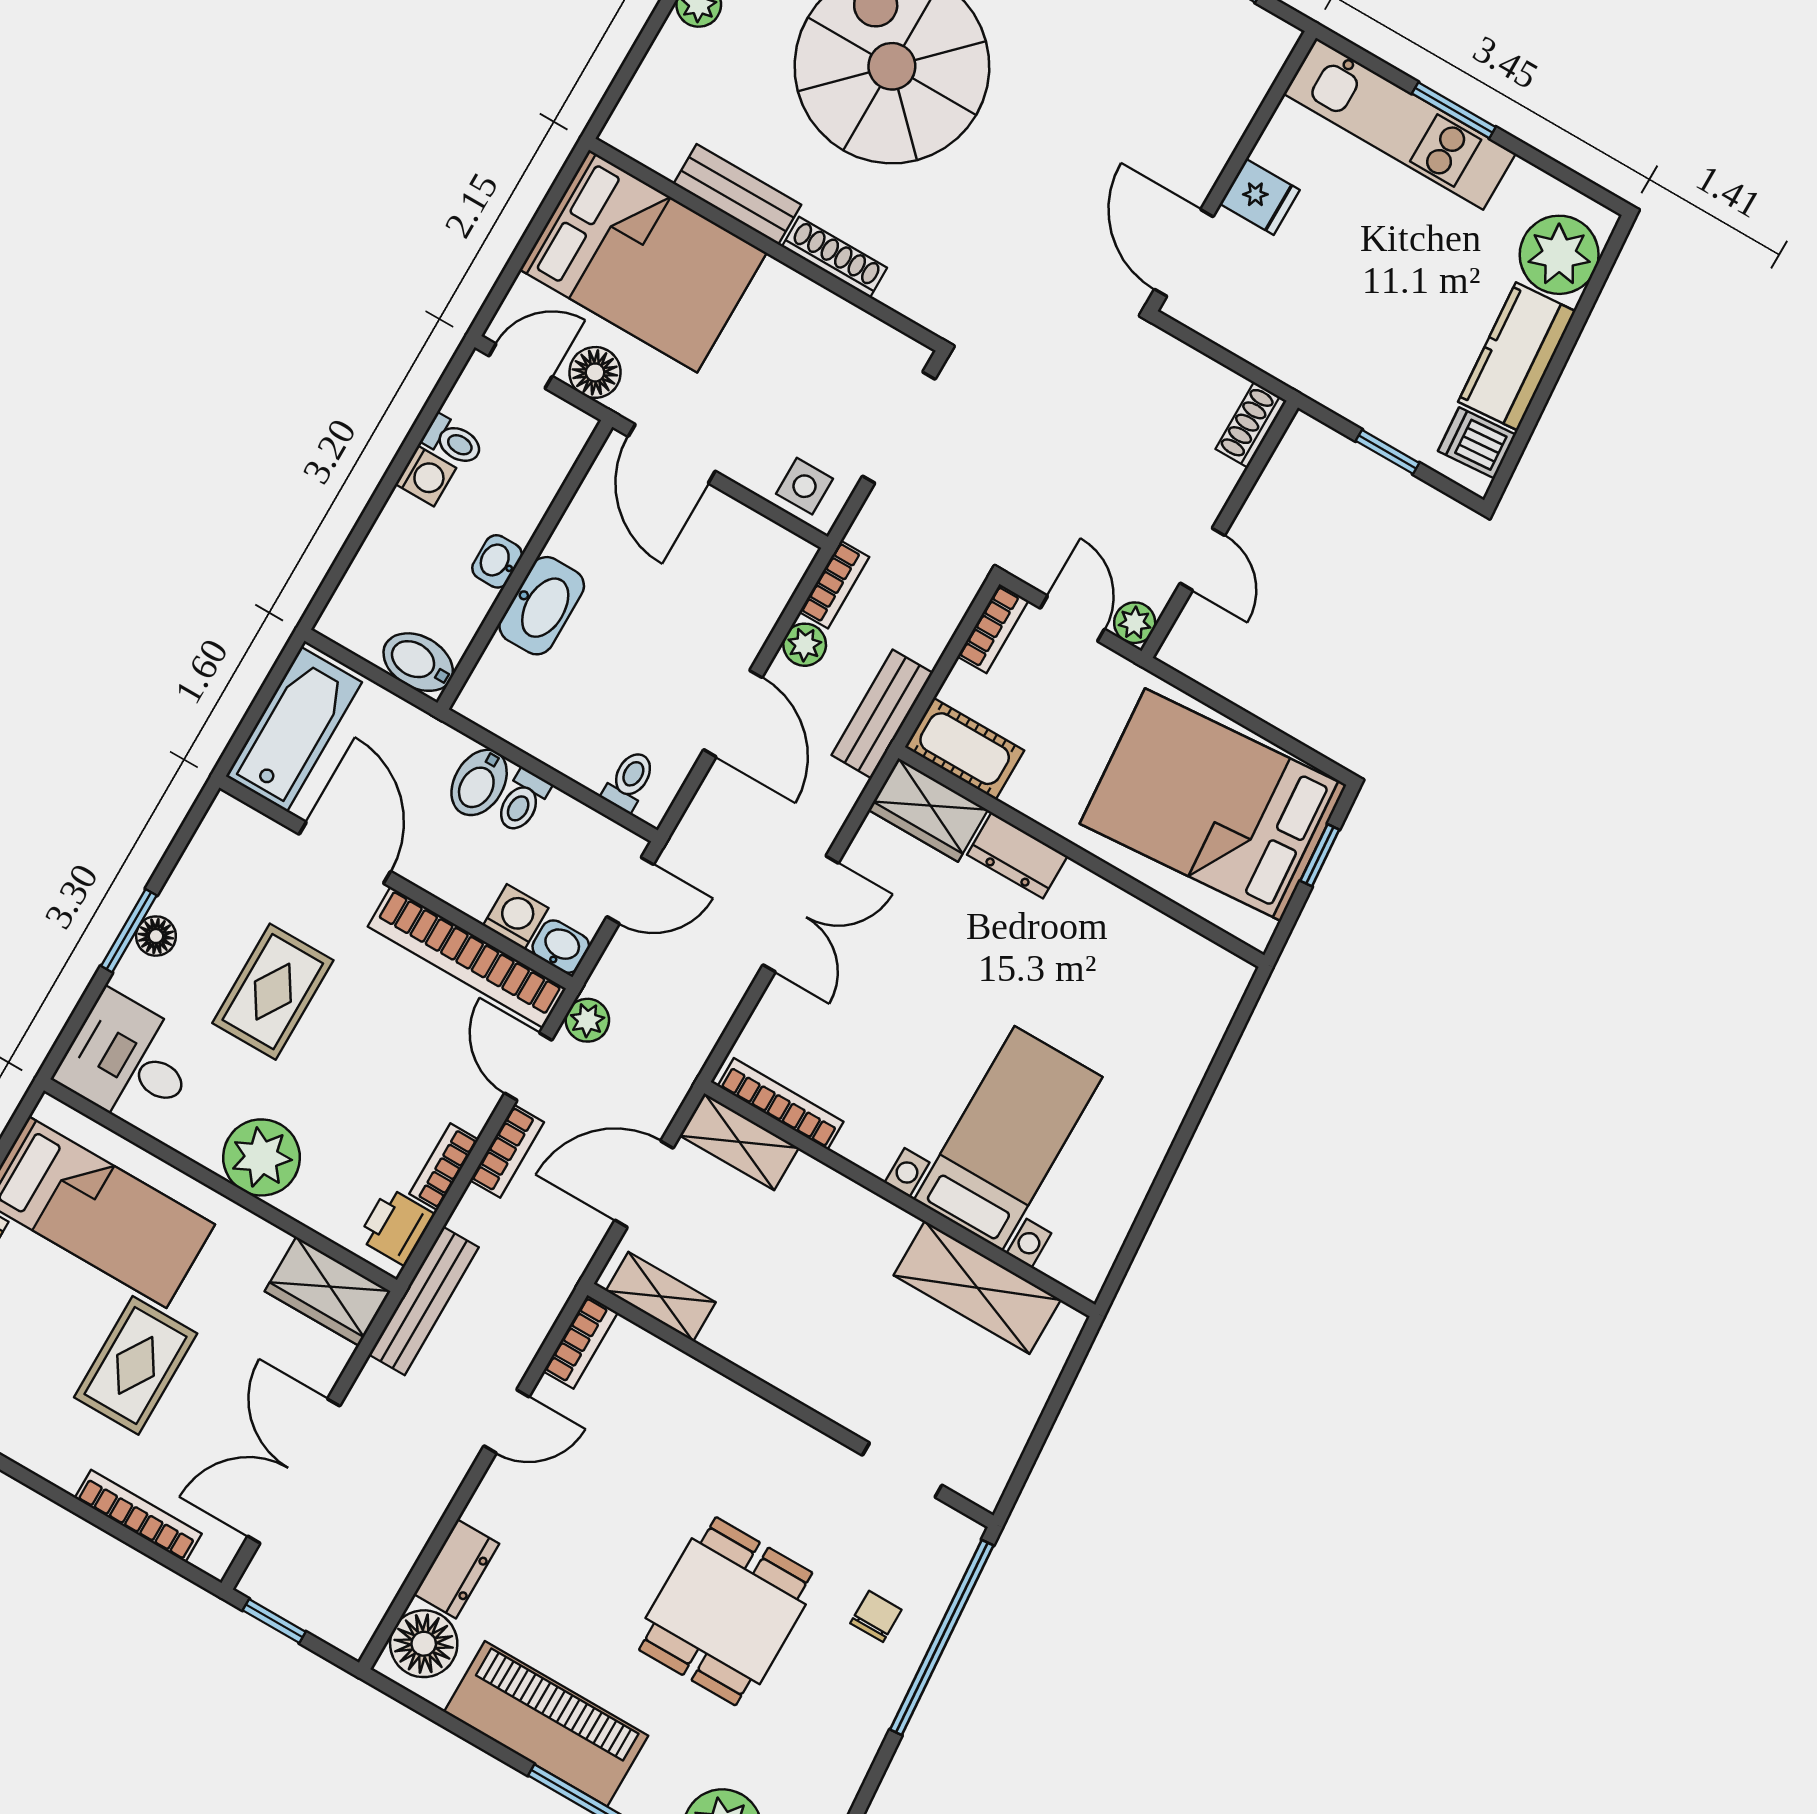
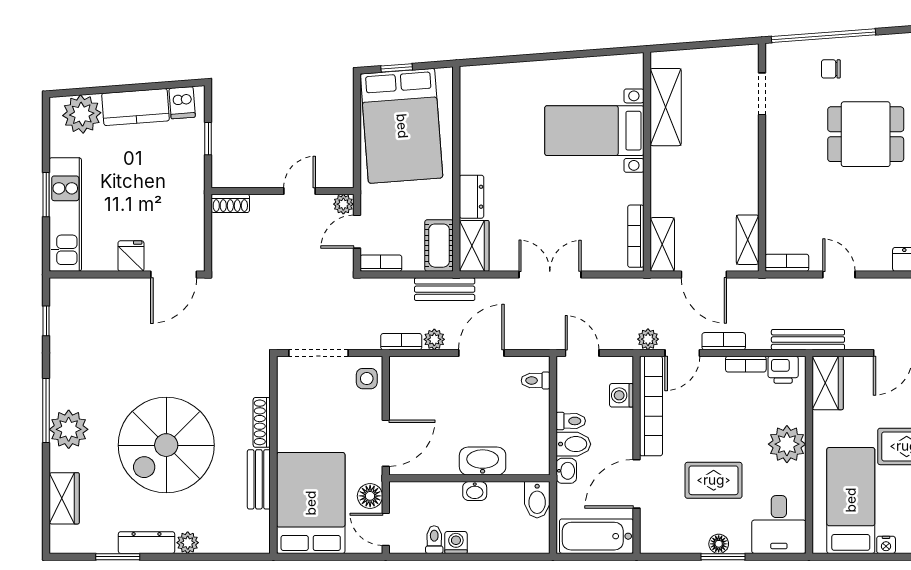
washbasin: (561, 947) -> (566, 471), moved, turned 180

